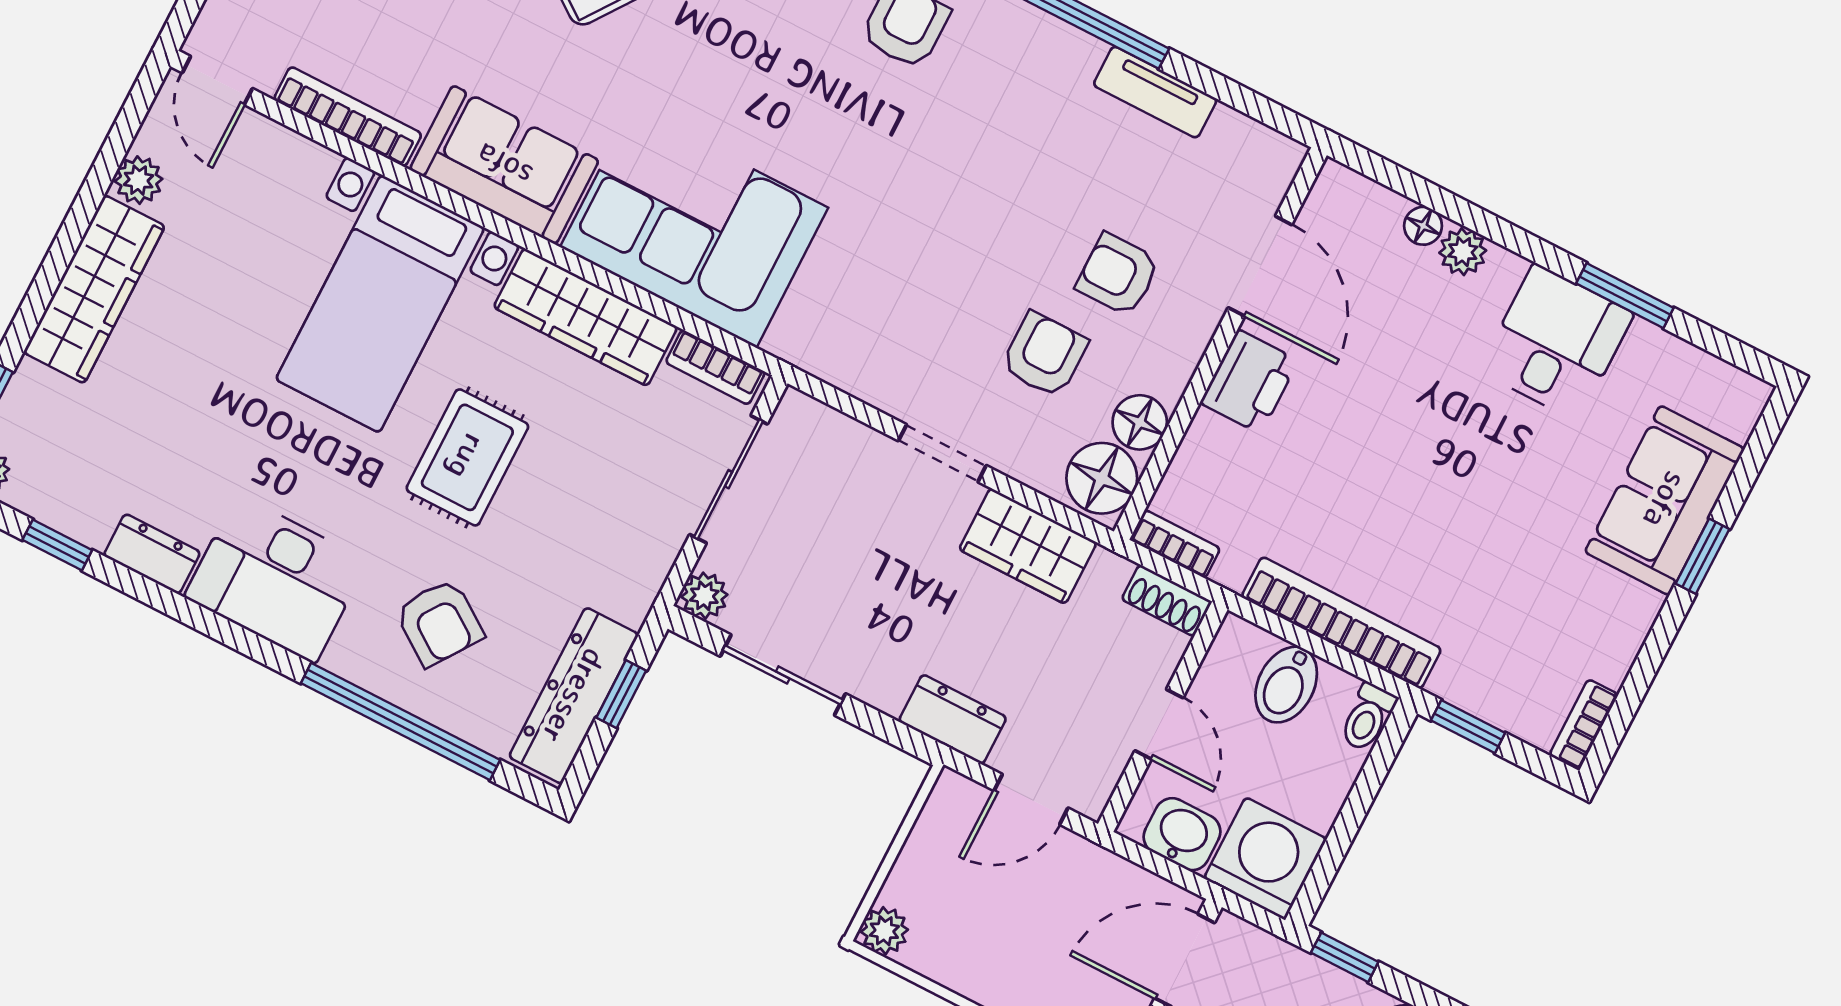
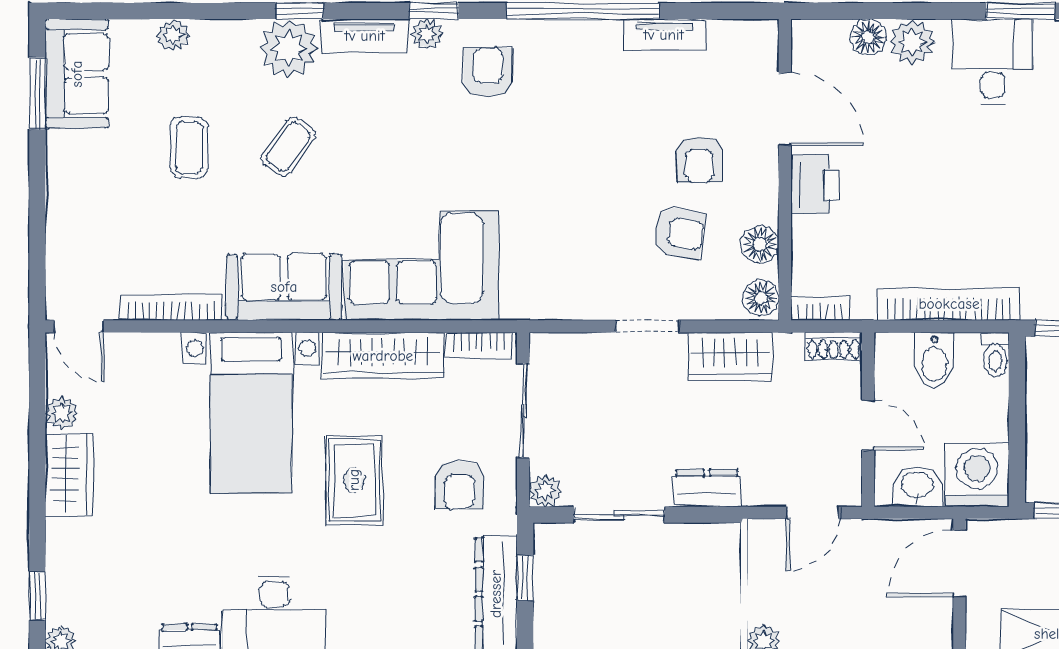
floor lamp: (1423, 226) -> (868, 37), width x1.37, depth x1.37
plant: (1463, 252) -> (912, 42), width x1.38, depth x1.38
armchair: (1118, 274) -> (699, 160), turned -90
wardrobe: (94, 289) -> (69, 474), width x0.67
armchair: (1044, 355) -> (679, 233), turned 100
floor lamp: (1102, 478) -> (761, 298), width x0.73, depth x0.73
armchair: (439, 623) -> (459, 485), moved, turned 55
dresser: (953, 719) -> (707, 488), moved

